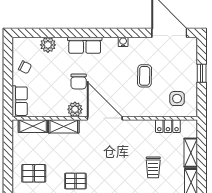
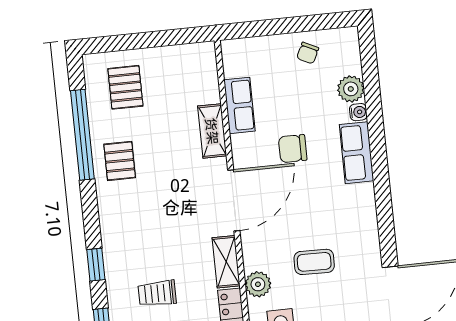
water cooler: (123, 42) -> (358, 112), moved
row of seats: (20, 101) -> (239, 105), moved, turned -90
plant: (75, 109) -> (258, 284), moved
shelving: (33, 126) -> (226, 262), moved

